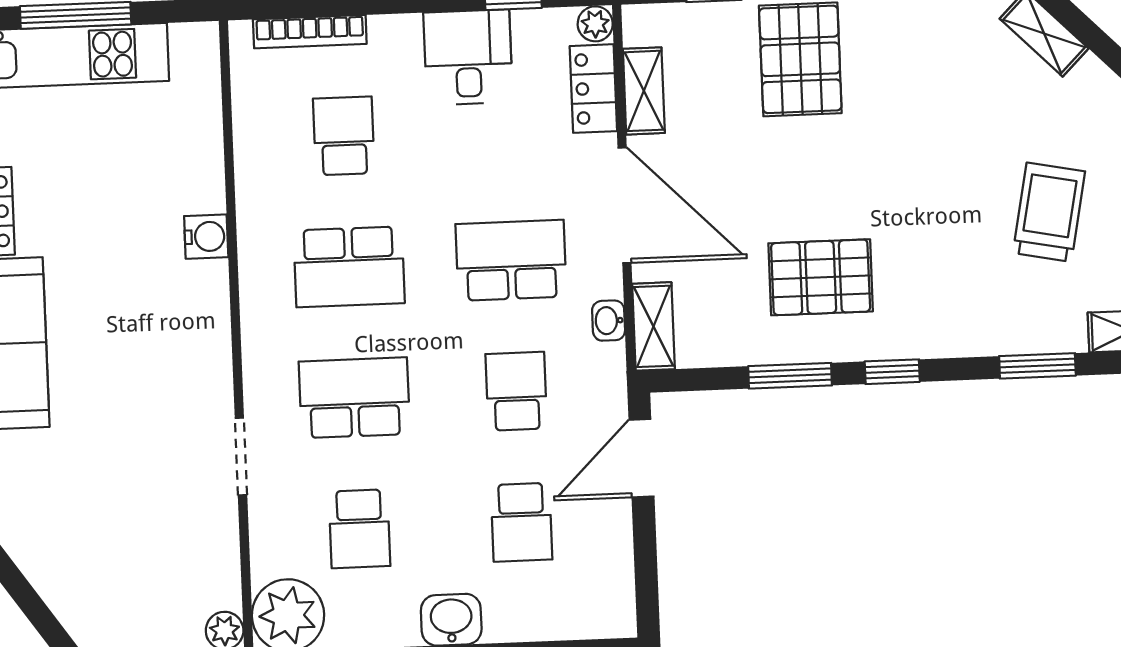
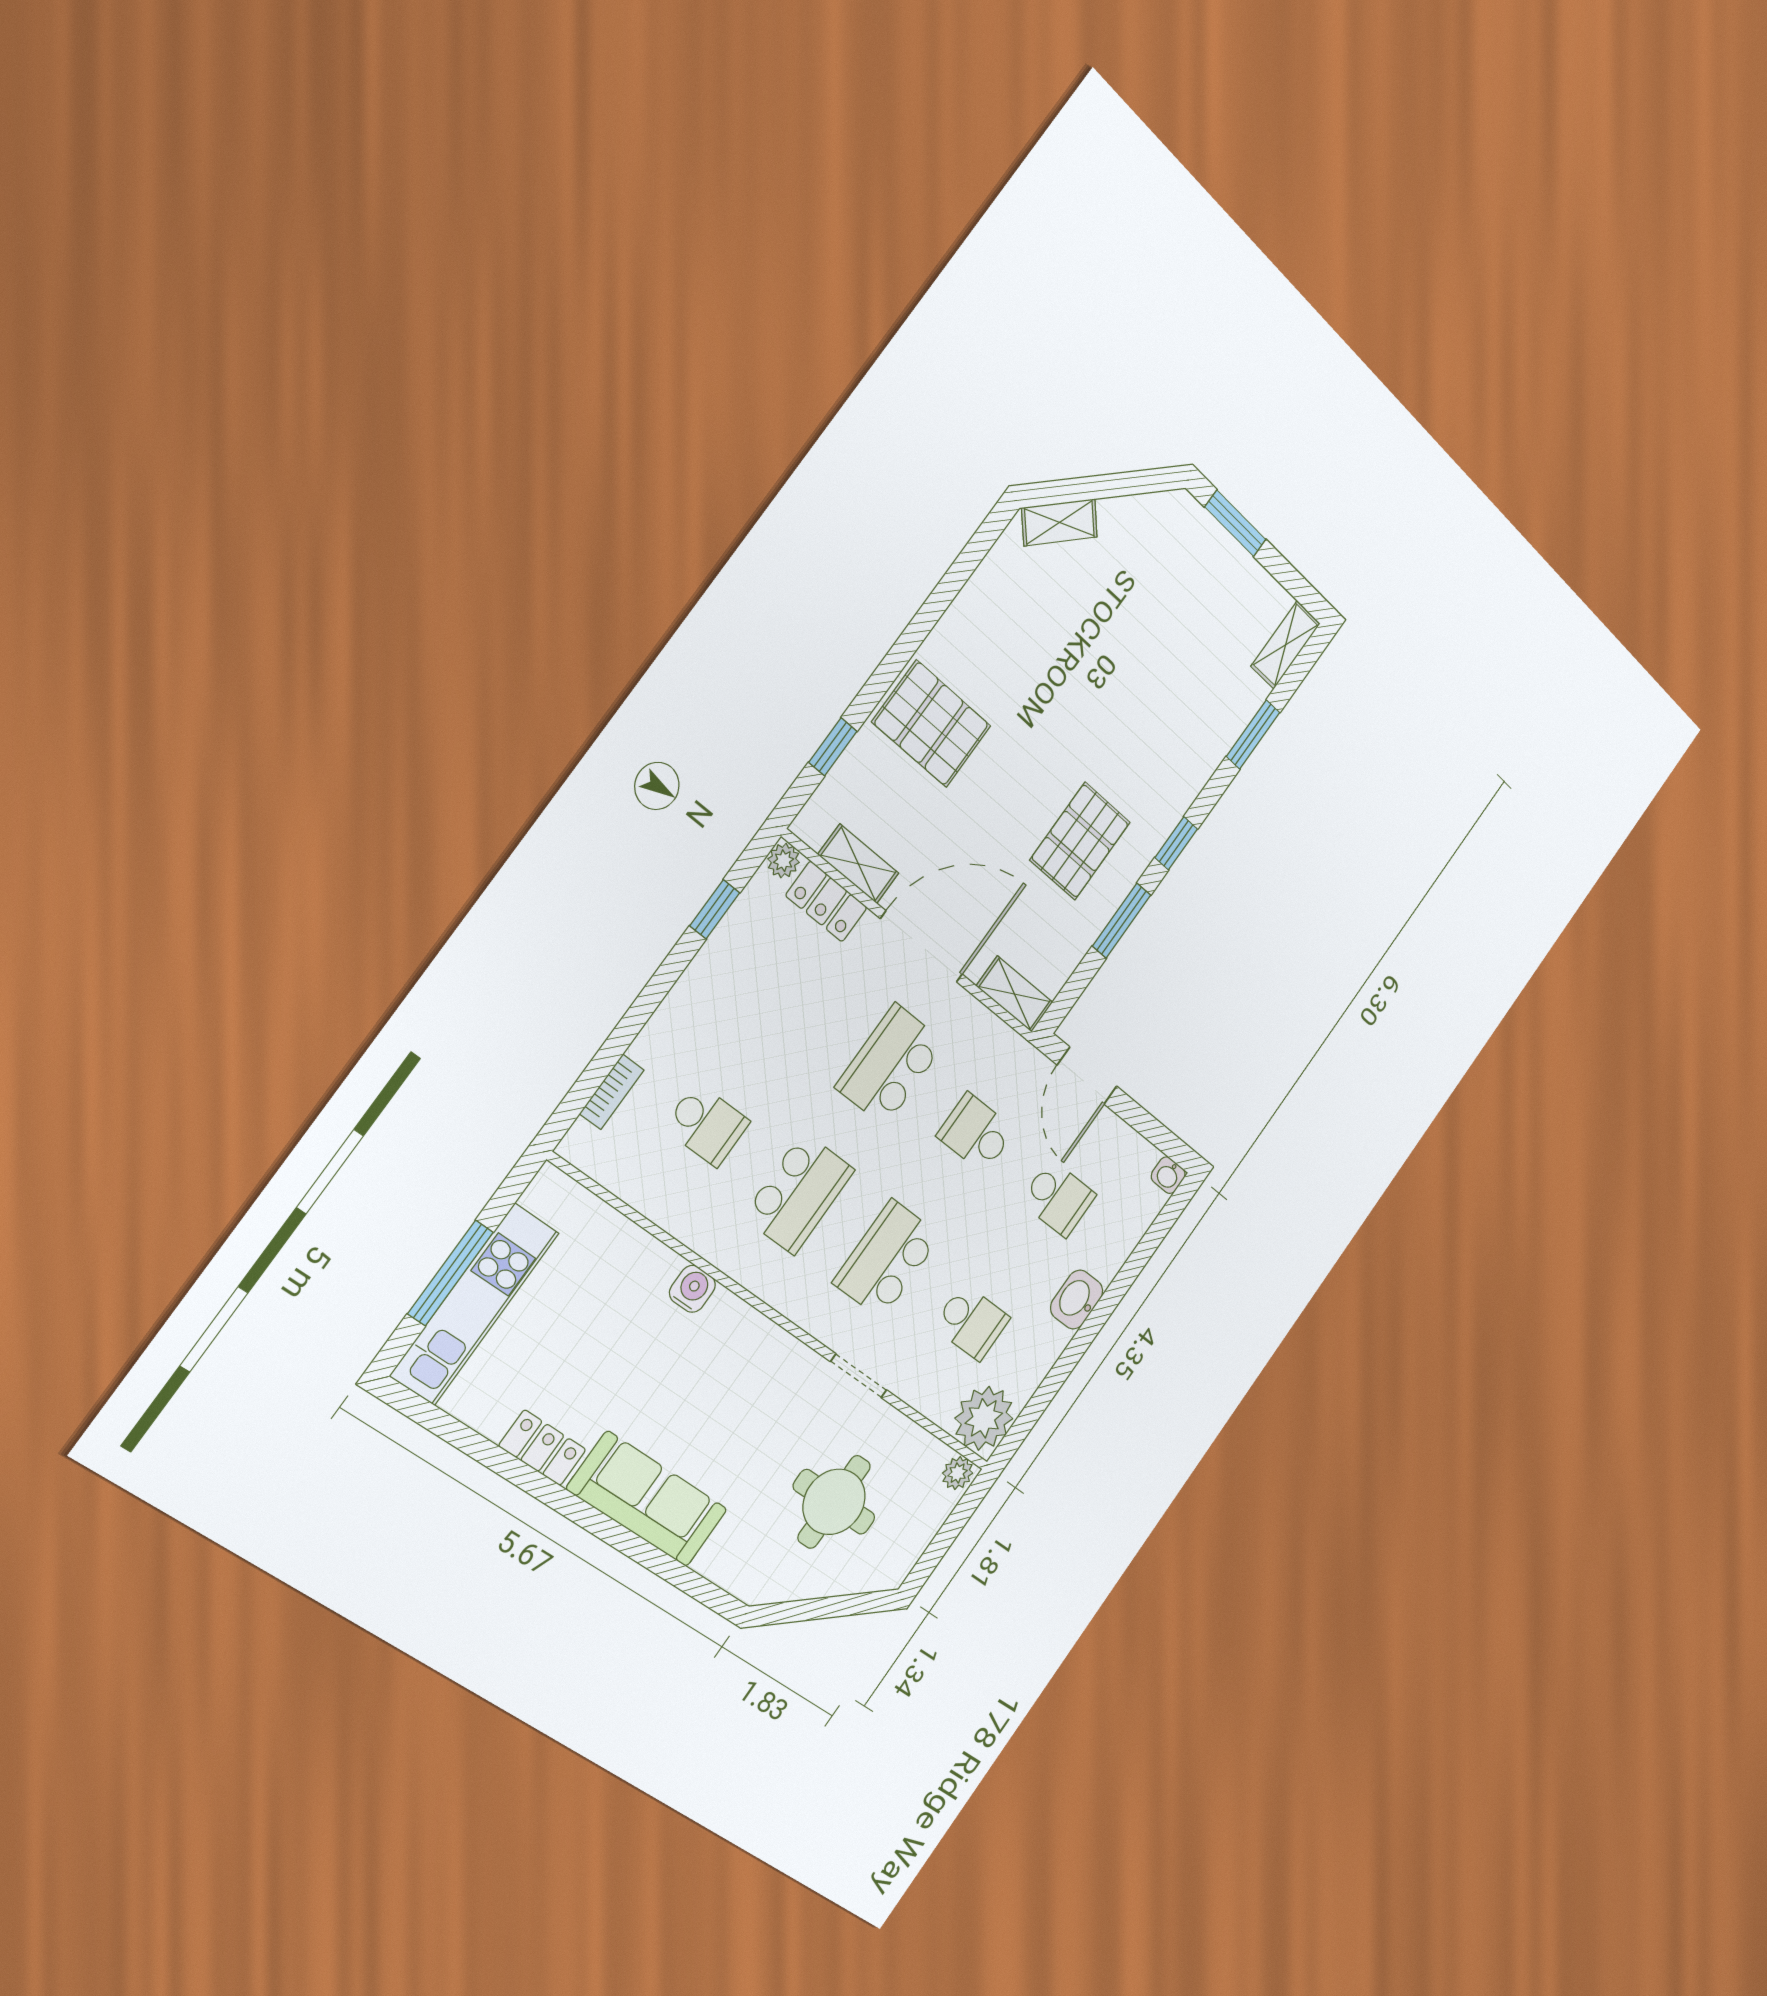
bookcase: (310, 32) -> (612, 1092), width x0.64
desk: (468, 57) -> (728, 981), removed
school desk: (344, 136) -> (707, 1125), turned 180
trolley: (1049, 212) -> (1171, 633), removed
washbasin: (609, 321) -> (1168, 1175), moved
round table: (121, 526) -> (834, 1502), added

